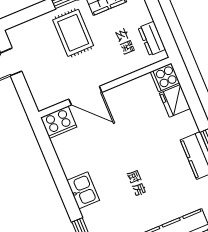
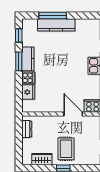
cooker: (165, 77) -> (28, 78), moved

